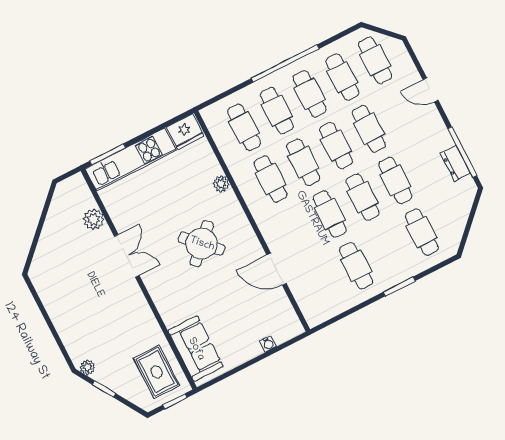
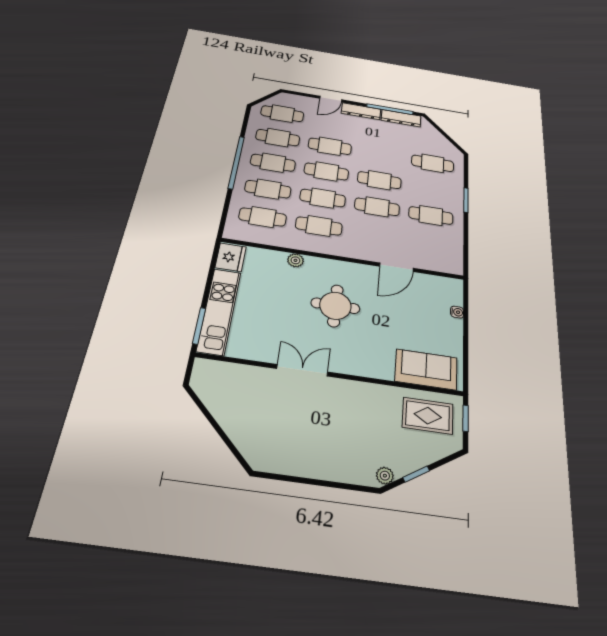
dresser: (437, 128) -> (361, 111), added
dresser: (455, 163) -> (401, 118), width x1.44
cafe table: (395, 180) -> (381, 155), removed
plant: (94, 219) -> (248, 376), removed
round table: (202, 244) -> (335, 306), turned 45

